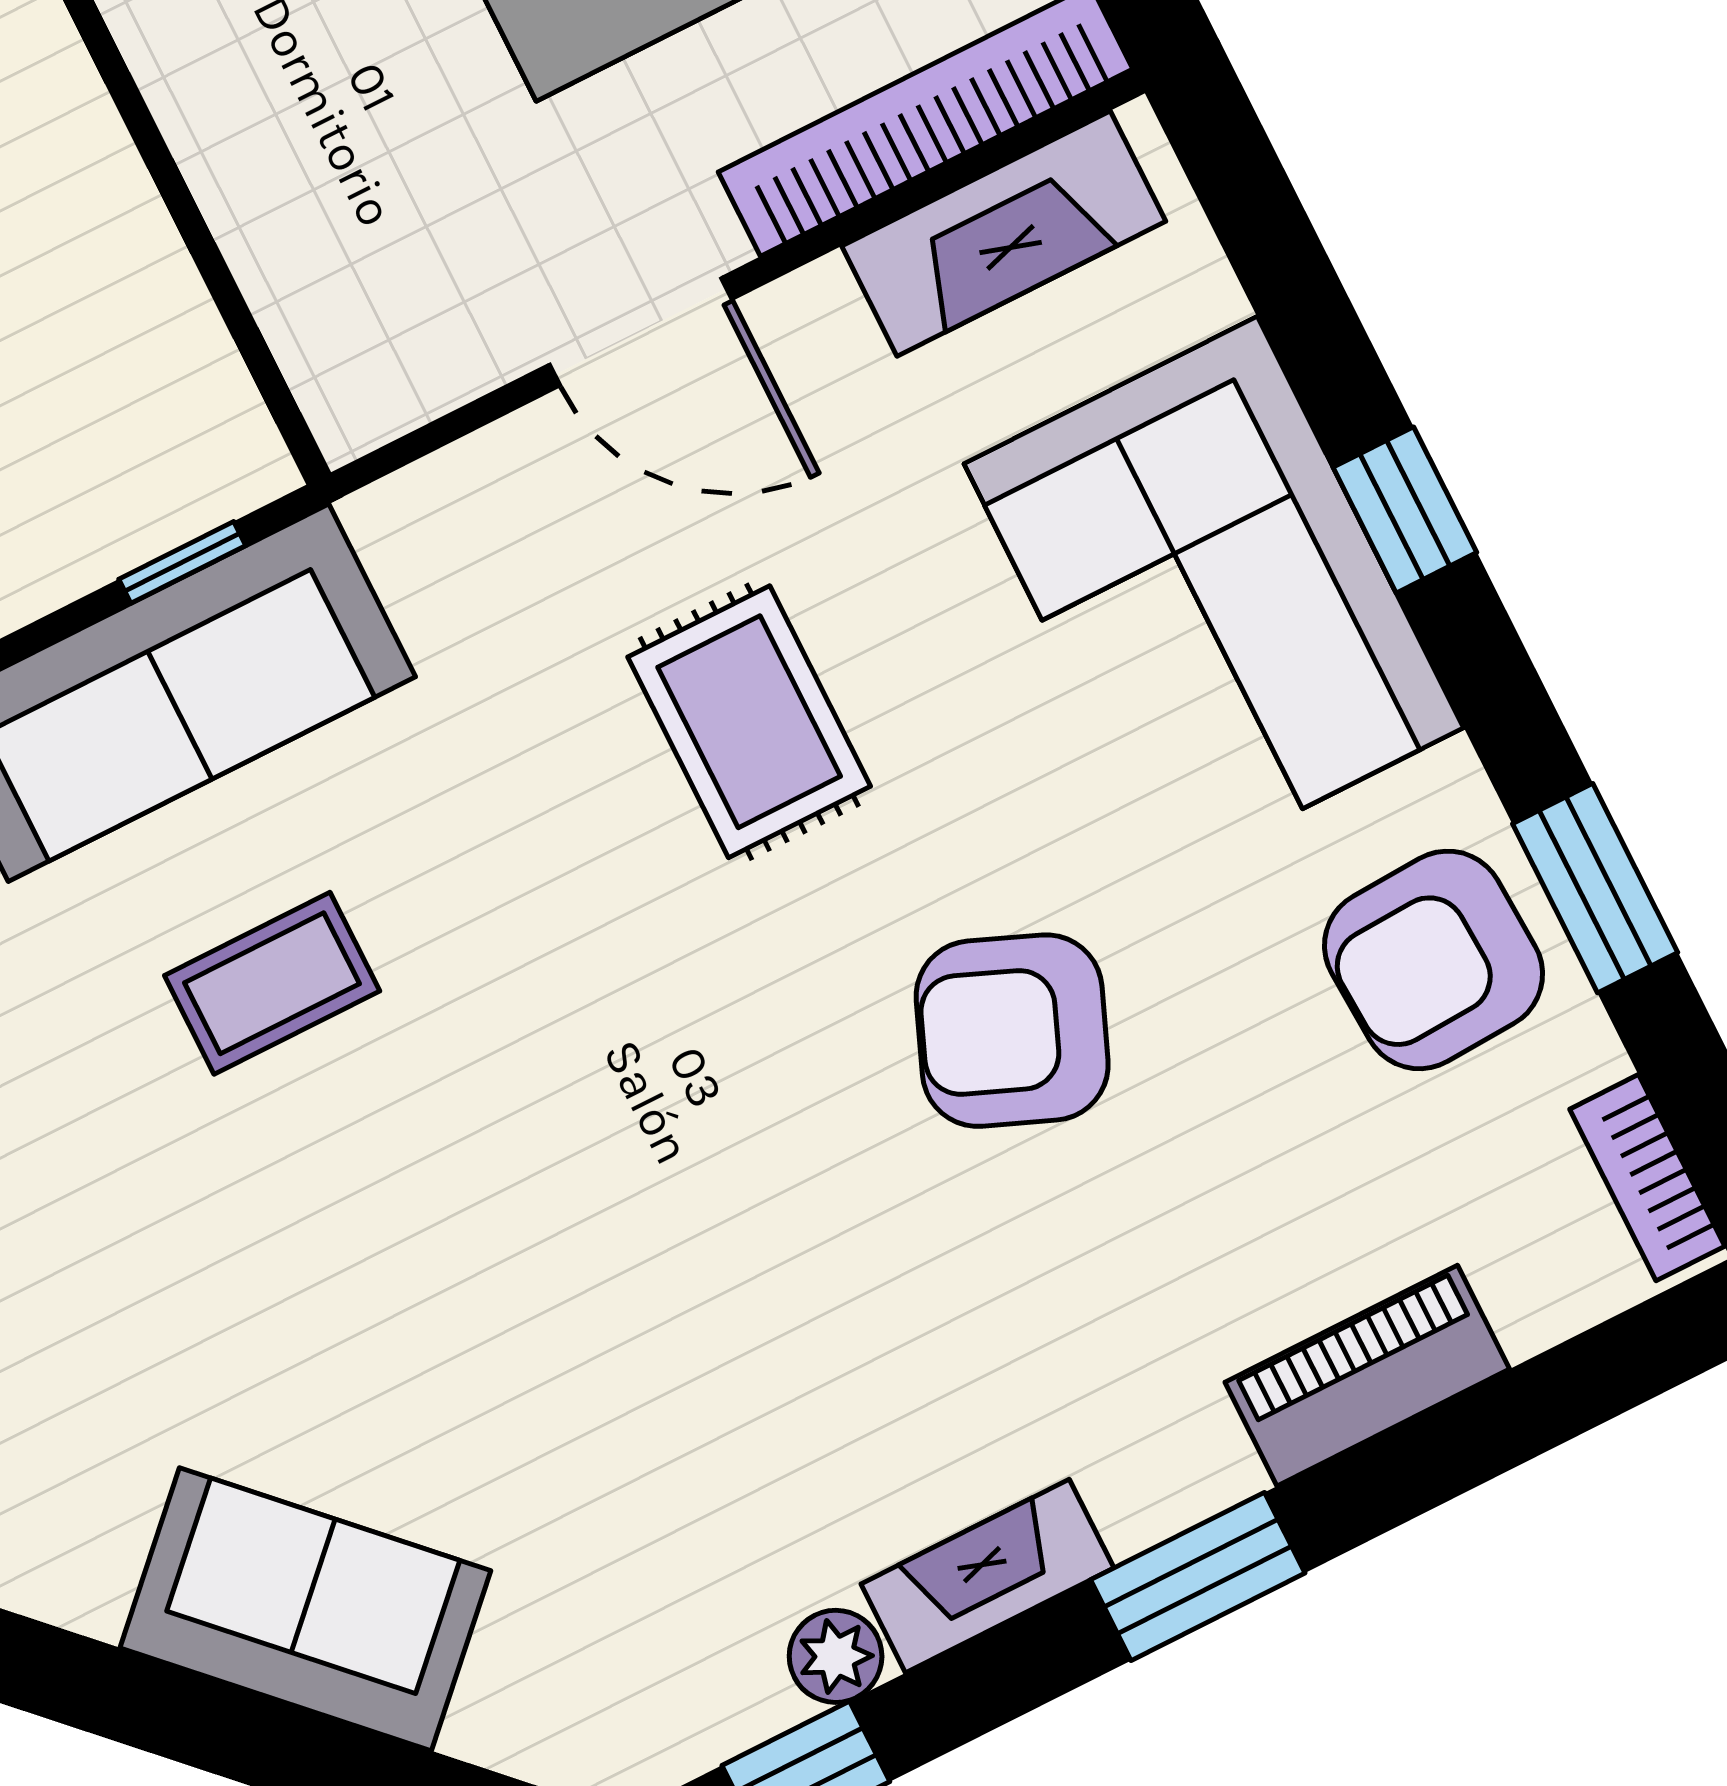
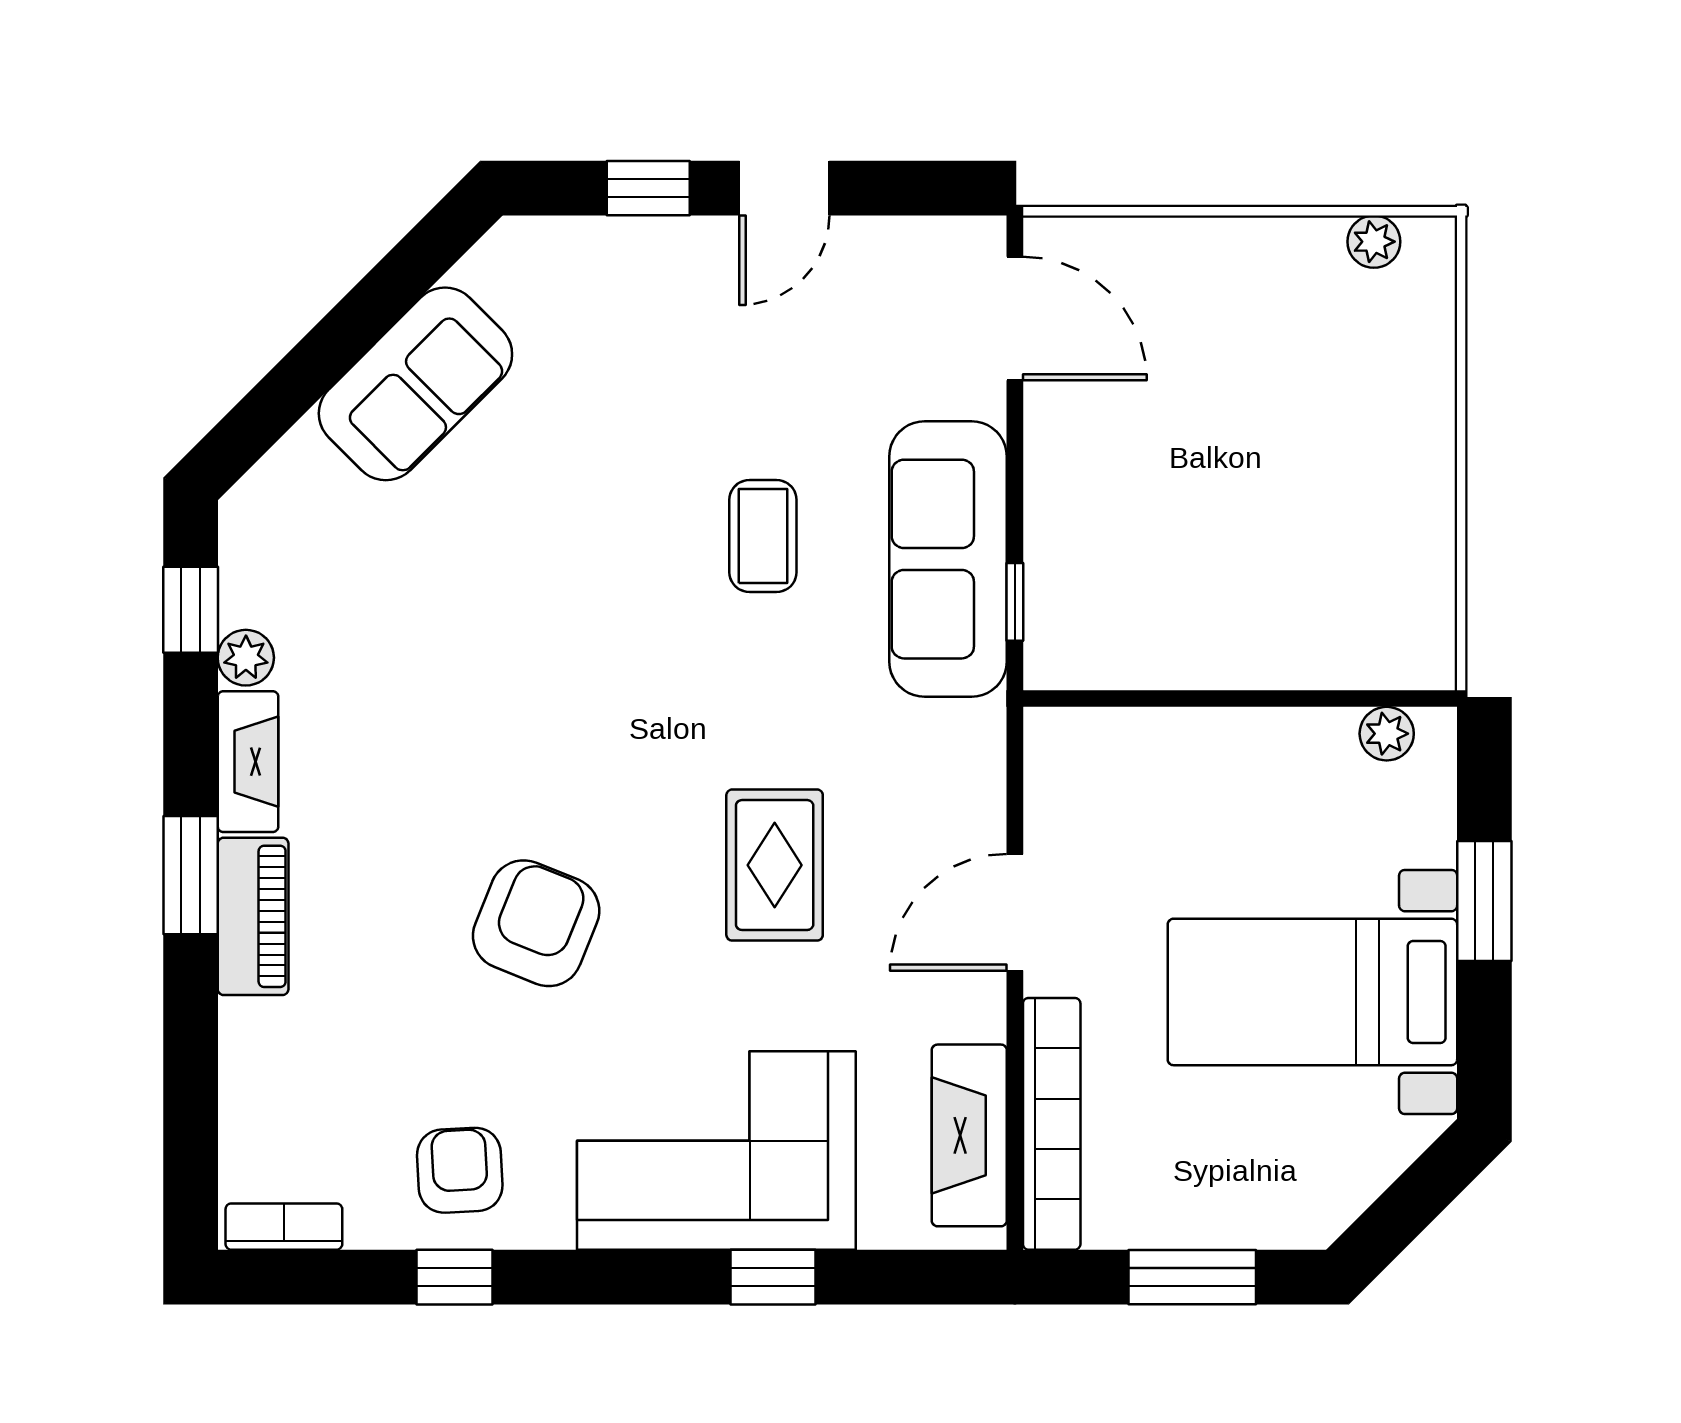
window: (1405, 510) -> (773, 1277), moved
rug: (749, 722) -> (775, 865), turned 90
window: (1595, 888) -> (455, 1277), width x0.67
armchair: (1434, 960) -> (460, 1170), width x0.72, depth x0.72
piano: (1367, 1376) -> (253, 916), moved

